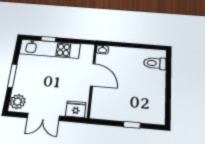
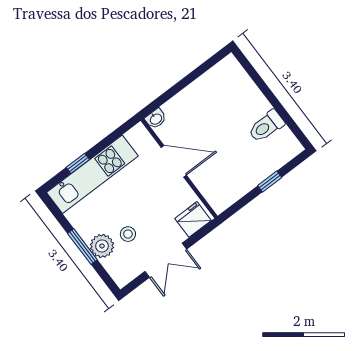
toilet: (155, 63) -> (266, 126), moved
stool: (38, 89) -> (128, 234), added
plant: (18, 102) -> (102, 246), moved

